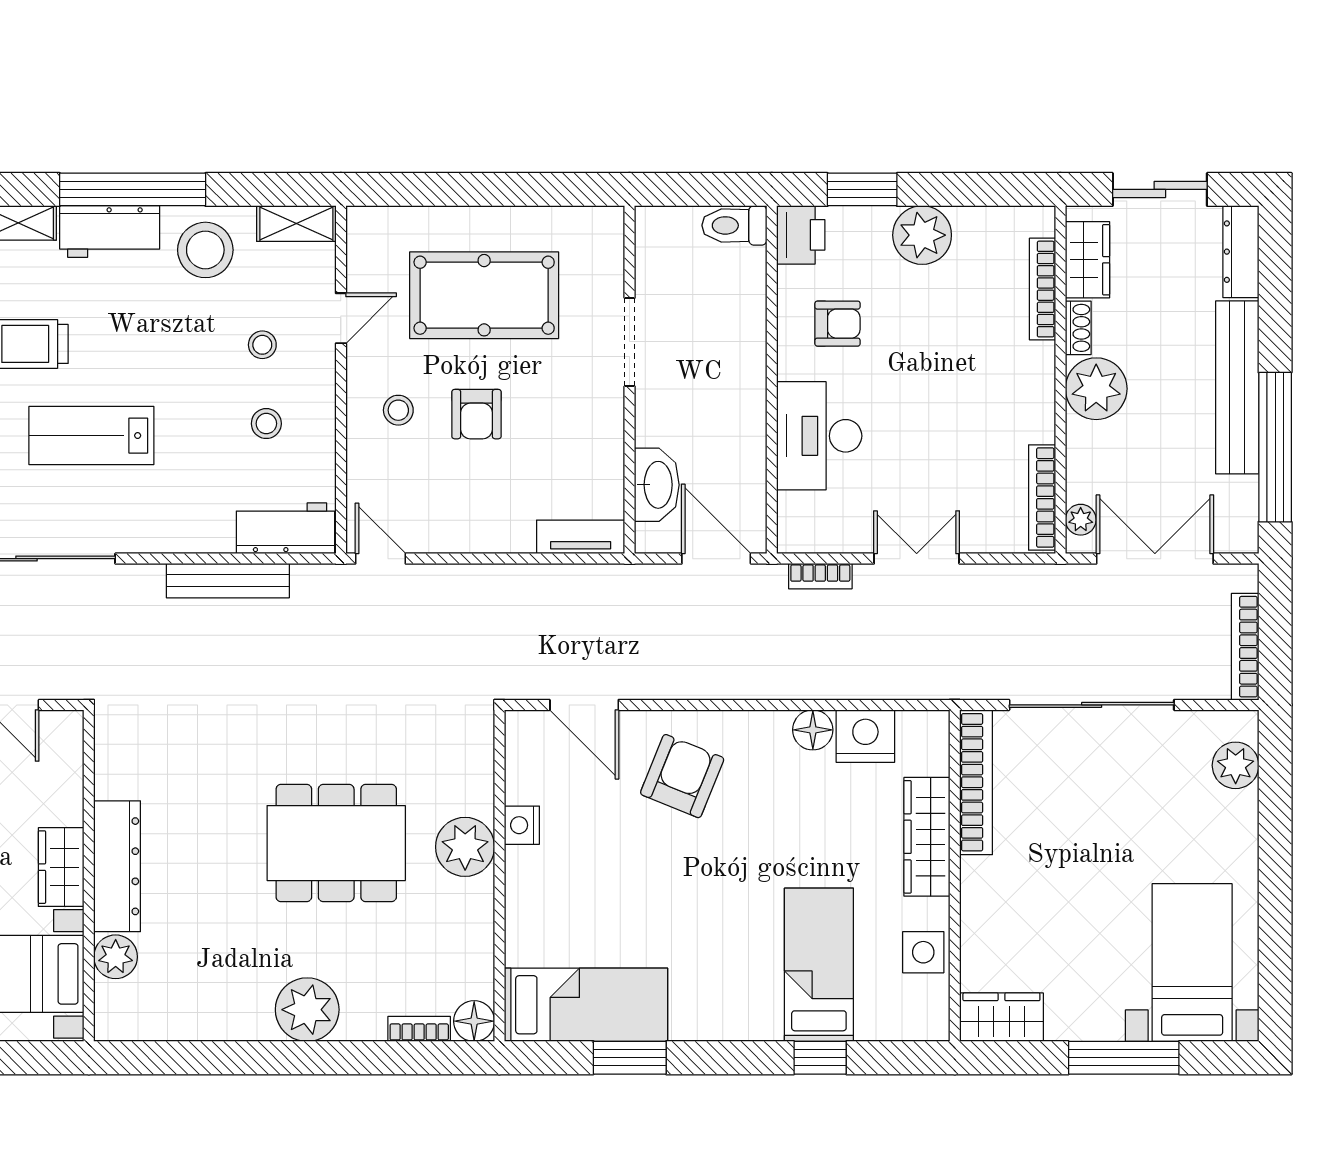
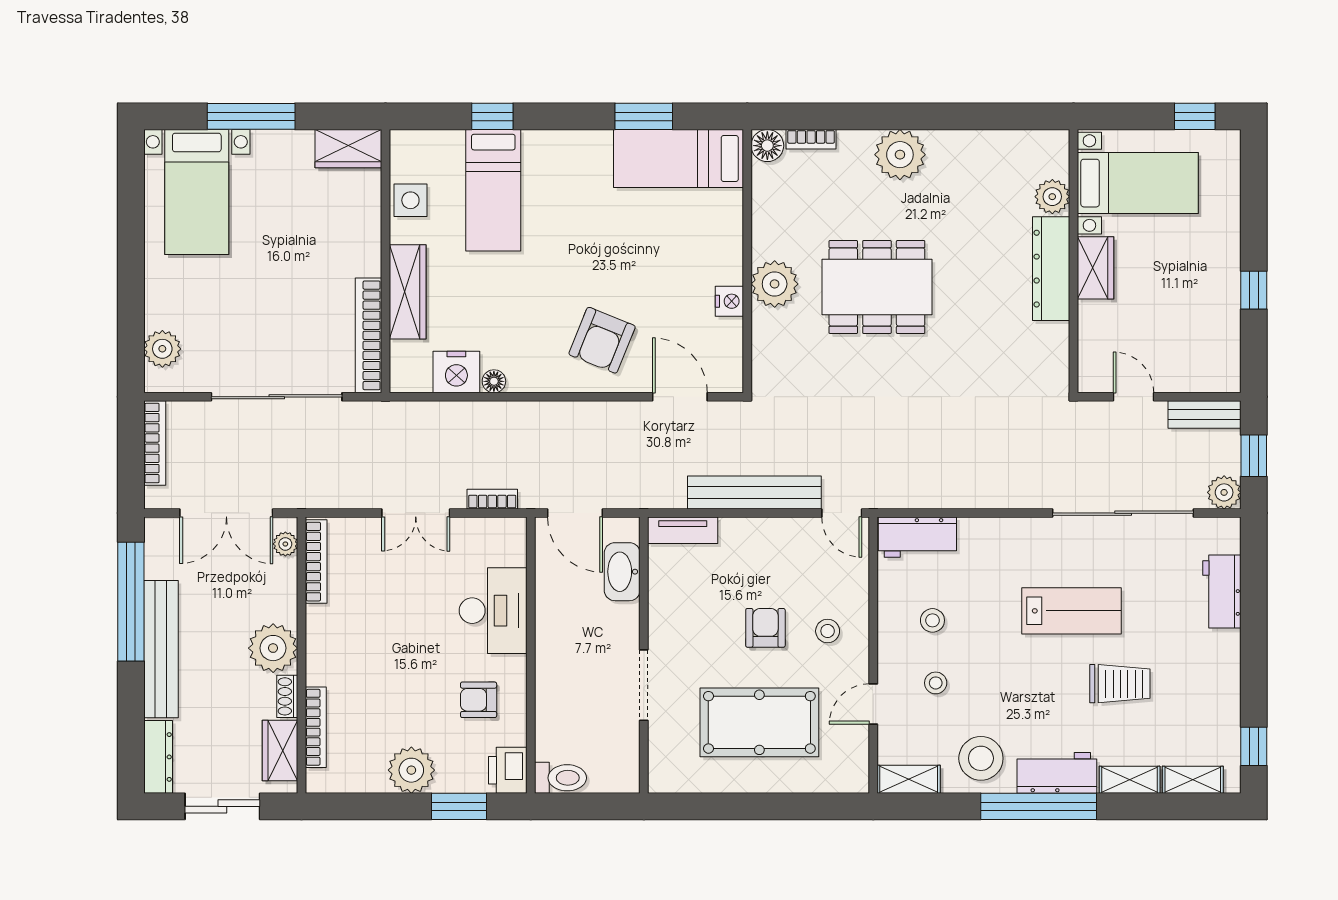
bench: (228, 581) -> (754, 493), moved, width x1.37, depth x1.21
floor lamp: (813, 730) -> (494, 381), width x0.73, depth x0.73

